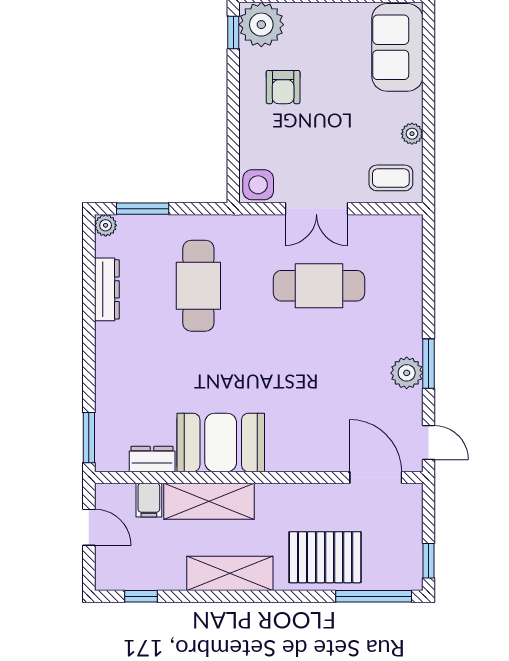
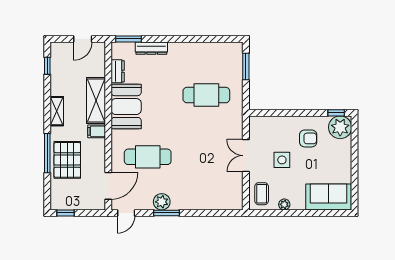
armchair: (283, 87) -> (308, 138), turned 180
side table: (258, 185) -> (282, 160), moved
plant: (106, 225) -> (237, 48), removed
cafe table: (319, 286) -> (148, 157), moved, turned 90
dresser: (107, 289) -> (151, 48), moved
filing cabinet: (149, 500) -> (97, 131), moved
shelving: (230, 573) -> (57, 111), width x0.67, depth x0.75
window: (374, 596) -> (47, 153), moved

